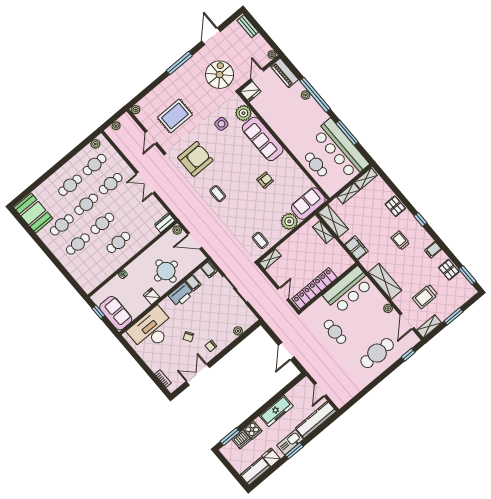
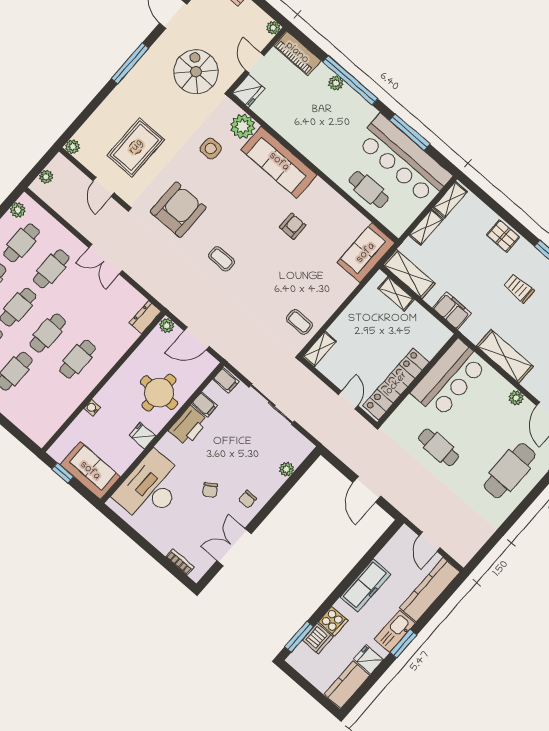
plant: (289, 221) -> (340, 285), removed

